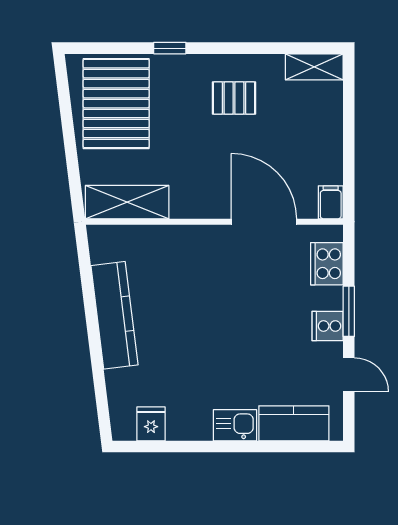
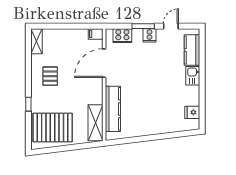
kitchen counter: (114, 315) -> (113, 109), moved, turned 97

